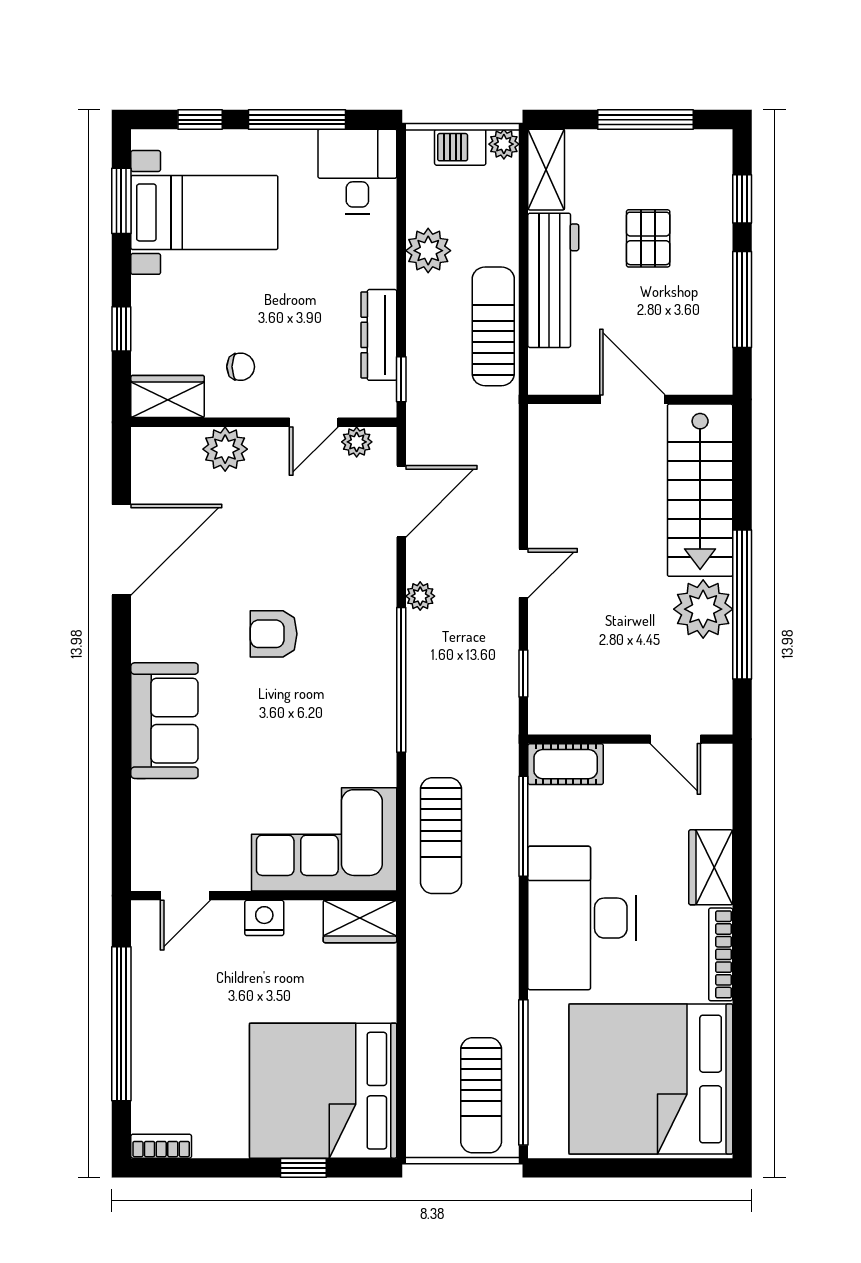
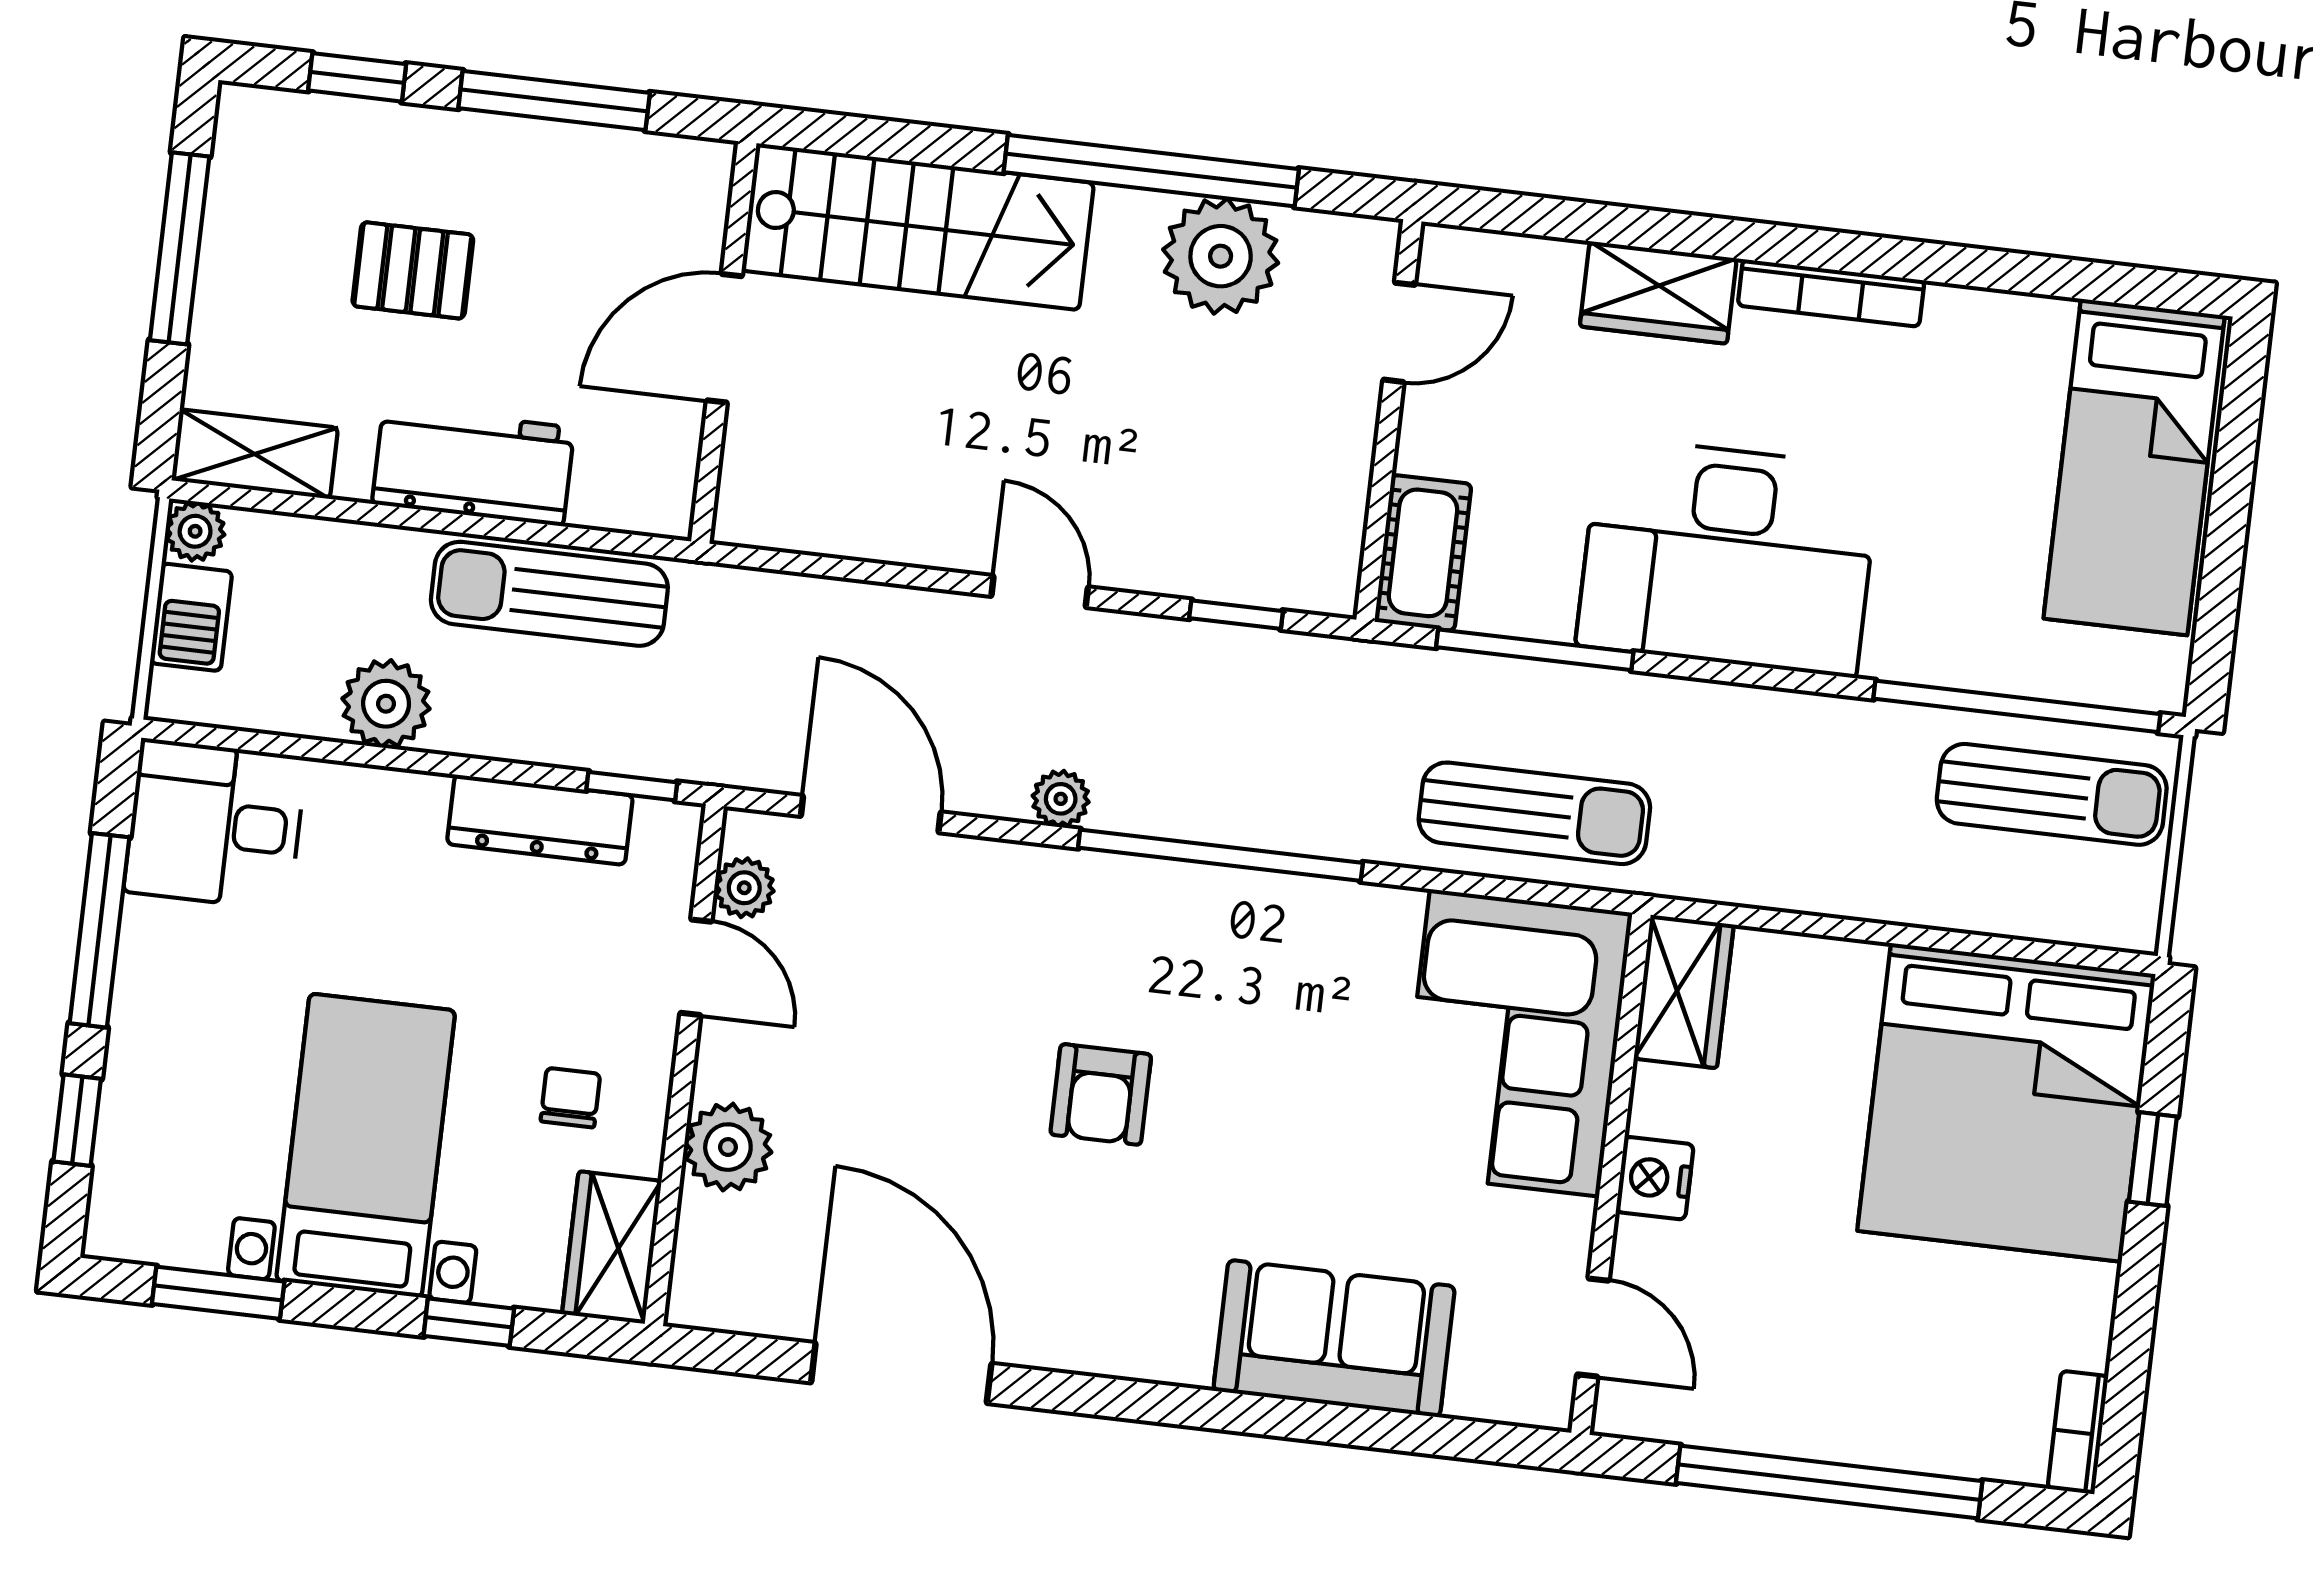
bed with nightstands: (204, 212) -> (366, 1146), moved
workbench: (553, 280) -> (473, 466), width x0.73
plant: (703, 609) -> (1221, 256), moved
sofa: (164, 721) -> (1334, 1339), moved
bed: (651, 1079) -> (2134, 467), width x0.49

